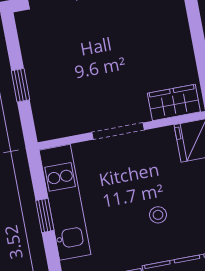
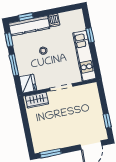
window: (20, 85) -> (107, 121), moved
window: (45, 215) -> (90, 35), moved

